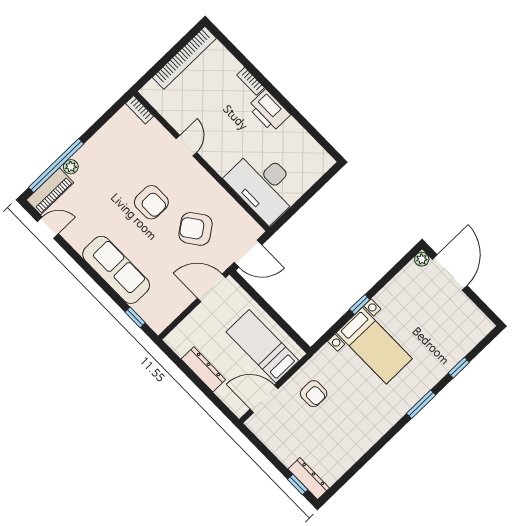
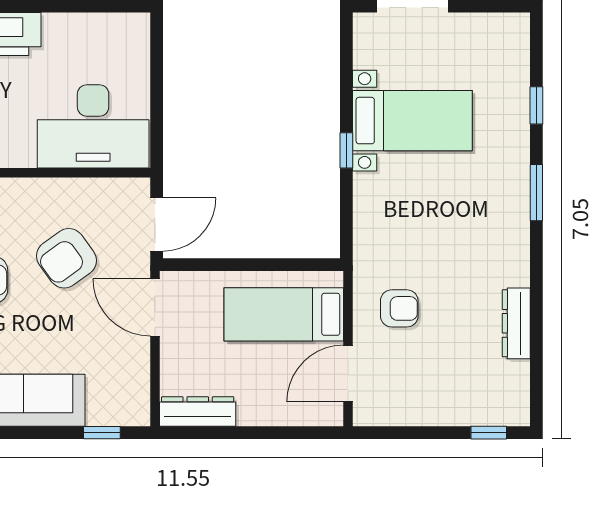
plant: (422, 259) -> (364, 24), removed
door: (211, 288) -> (155, 307), hinge flipped
bed with nightstands: (374, 346) -> (412, 121), moved
dresser: (203, 369) -> (198, 412), moved
dresser: (309, 479) -> (516, 323), moved, turned -90

